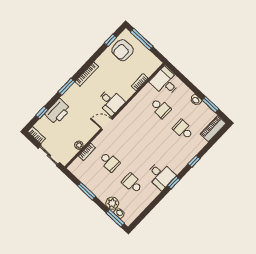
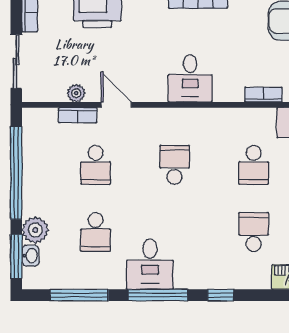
door: (106, 124) -> (116, 105), moved
school desk: (135, 135) -> (175, 165), added
school desk: (132, 183) -> (96, 232), turned 180
window: (174, 183) -> (158, 295), width x2.17
window: (87, 191) -> (16, 173), width x2.11
window: (148, 209) -> (79, 295), added

